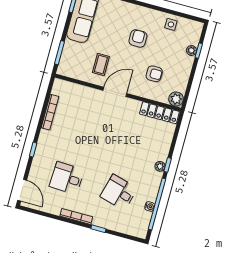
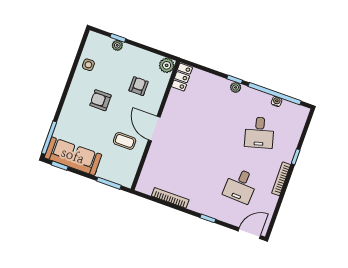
locker: (159, 113) -> (182, 77), width x0.66
desk: (119, 192) -> (259, 133), turned -30

